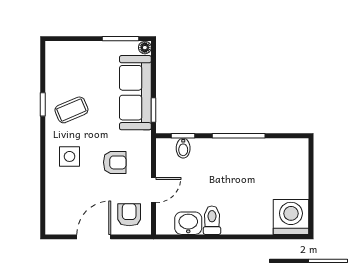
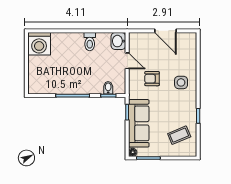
coffee table: (71, 110) -> (179, 135), moved
door: (154, 190) -> (127, 61), swing flipped
armchair: (129, 215) -> (143, 45), removed
washbasin: (188, 223) -> (118, 41), moved, turned 90
door: (94, 237) -> (165, 31), hinge flipped

